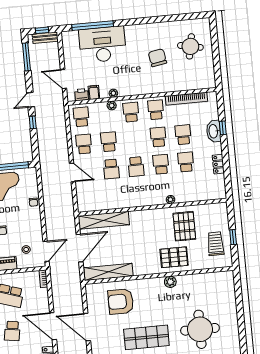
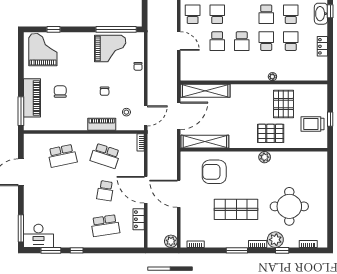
school desk: (158, 137) -> (266, 14), turned 180
trolley: (216, 244) -> (312, 124), turned -90

